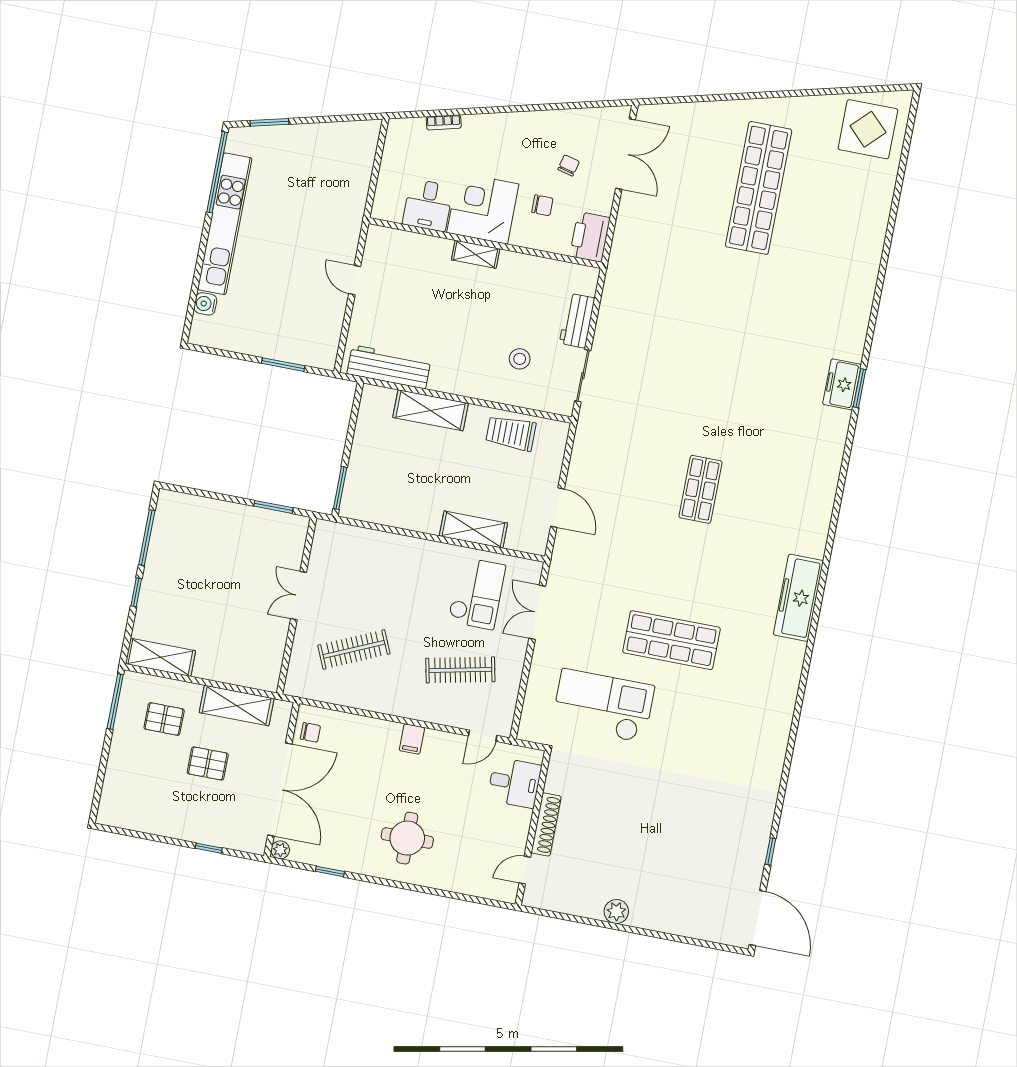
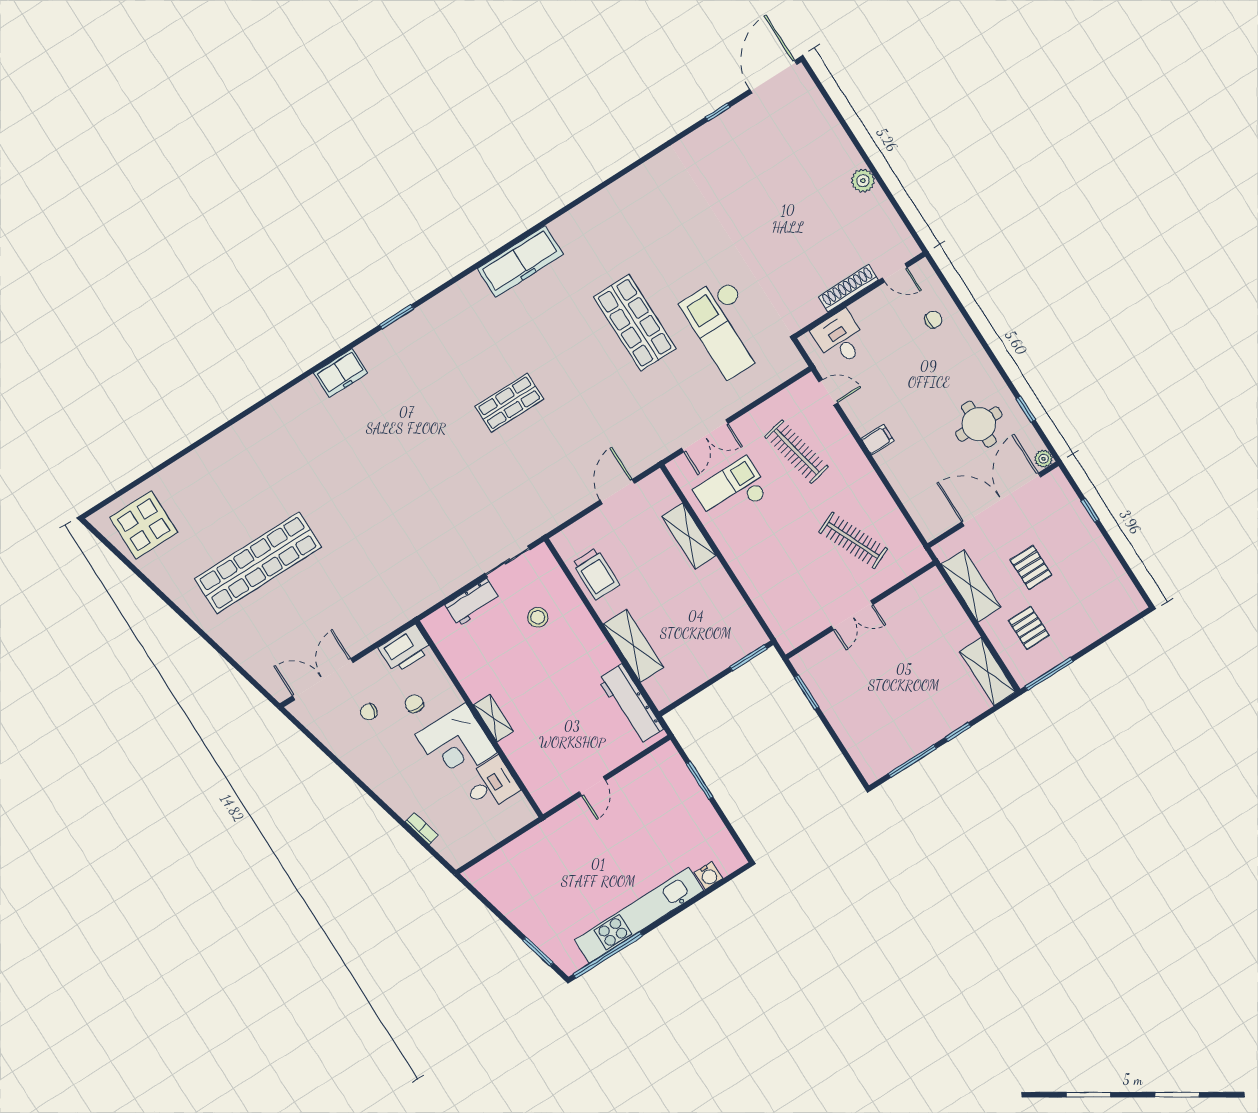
window: (860, 388) -> (397, 317), moved
chair: (310, 732) -> (933, 320), moved, turned 90
round table: (407, 838) -> (979, 424), moved

